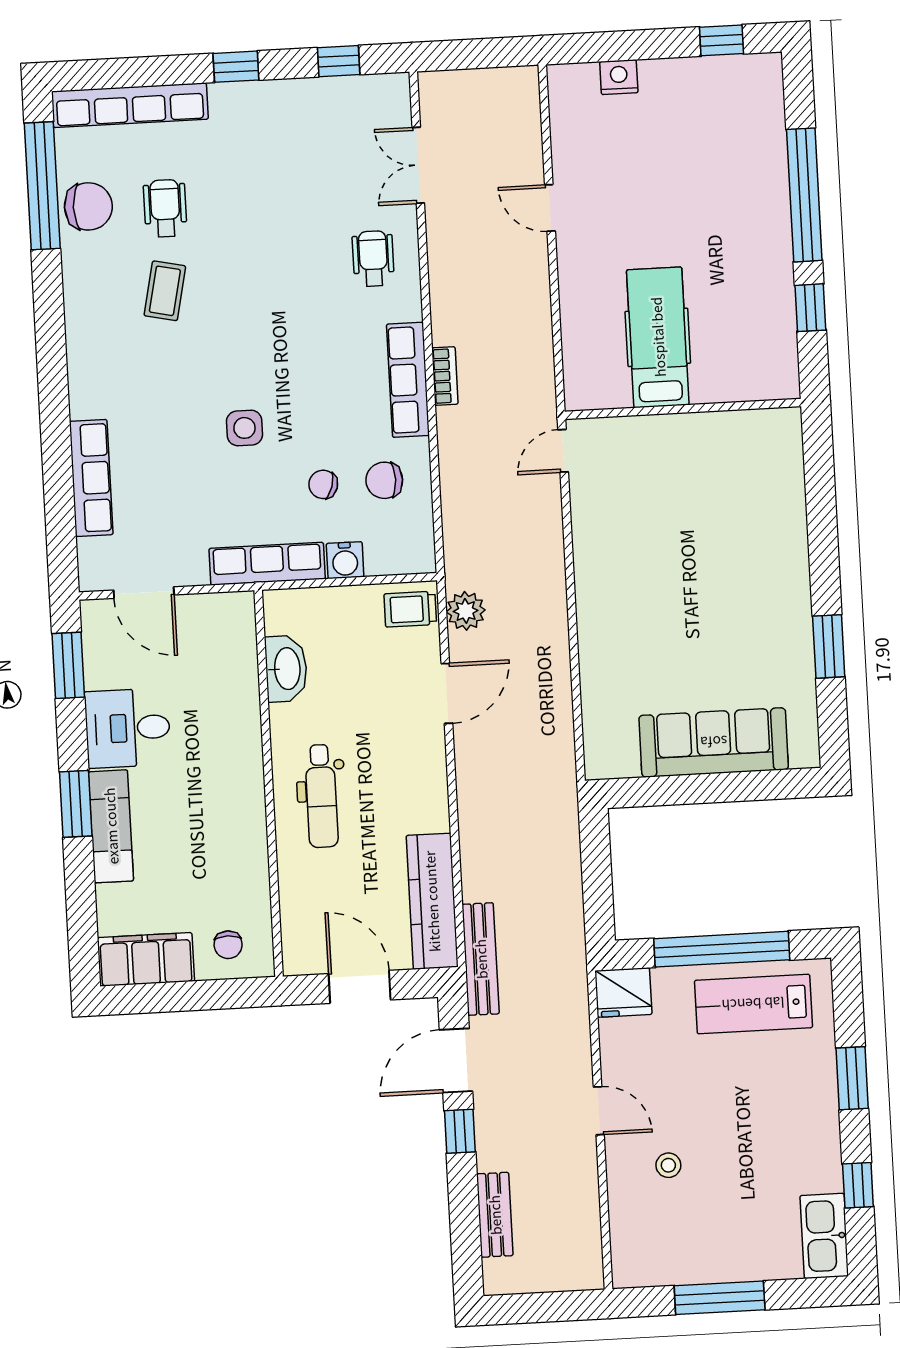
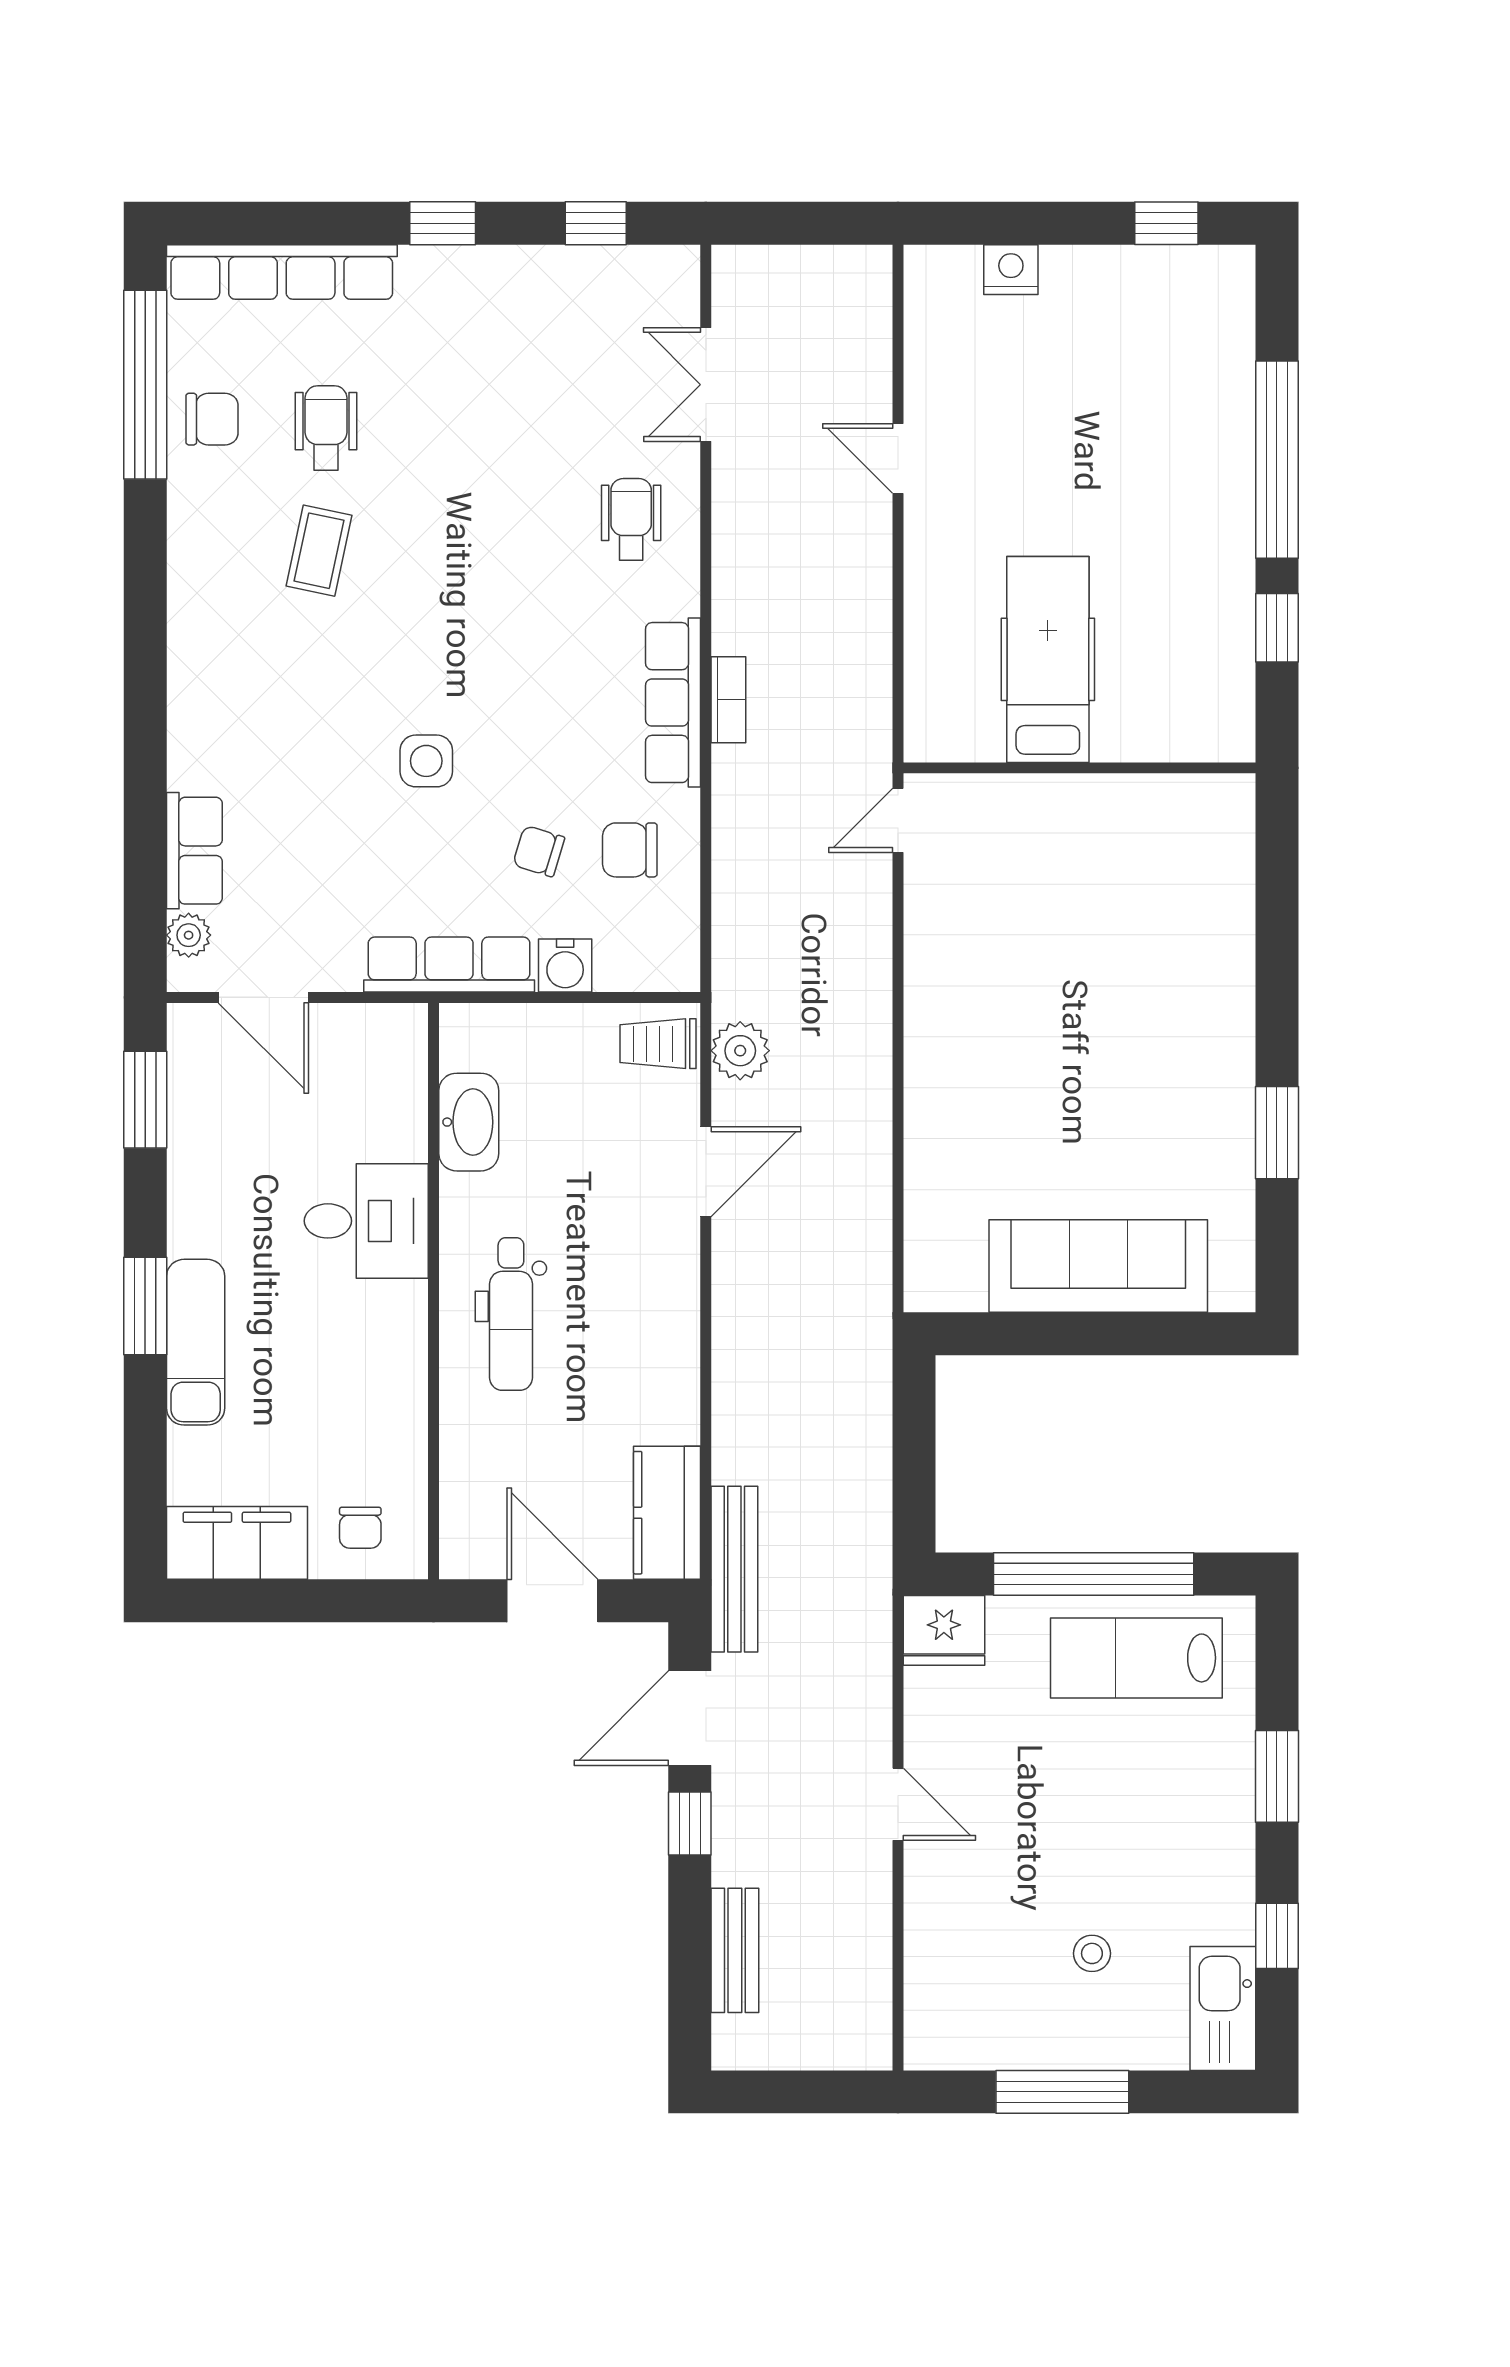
chair: (88, 206) -> (212, 419), width x0.73, depth x0.73
row of seats: (91, 478) -> (194, 851), width x0.68
plant: (91, 554) -> (189, 935), added
desk: (128, 728) -> (366, 1221), moved, turned 180
kitchen counter: (432, 901) -> (667, 1513), width x0.67
stool: (668, 1165) -> (1092, 1953), moved

